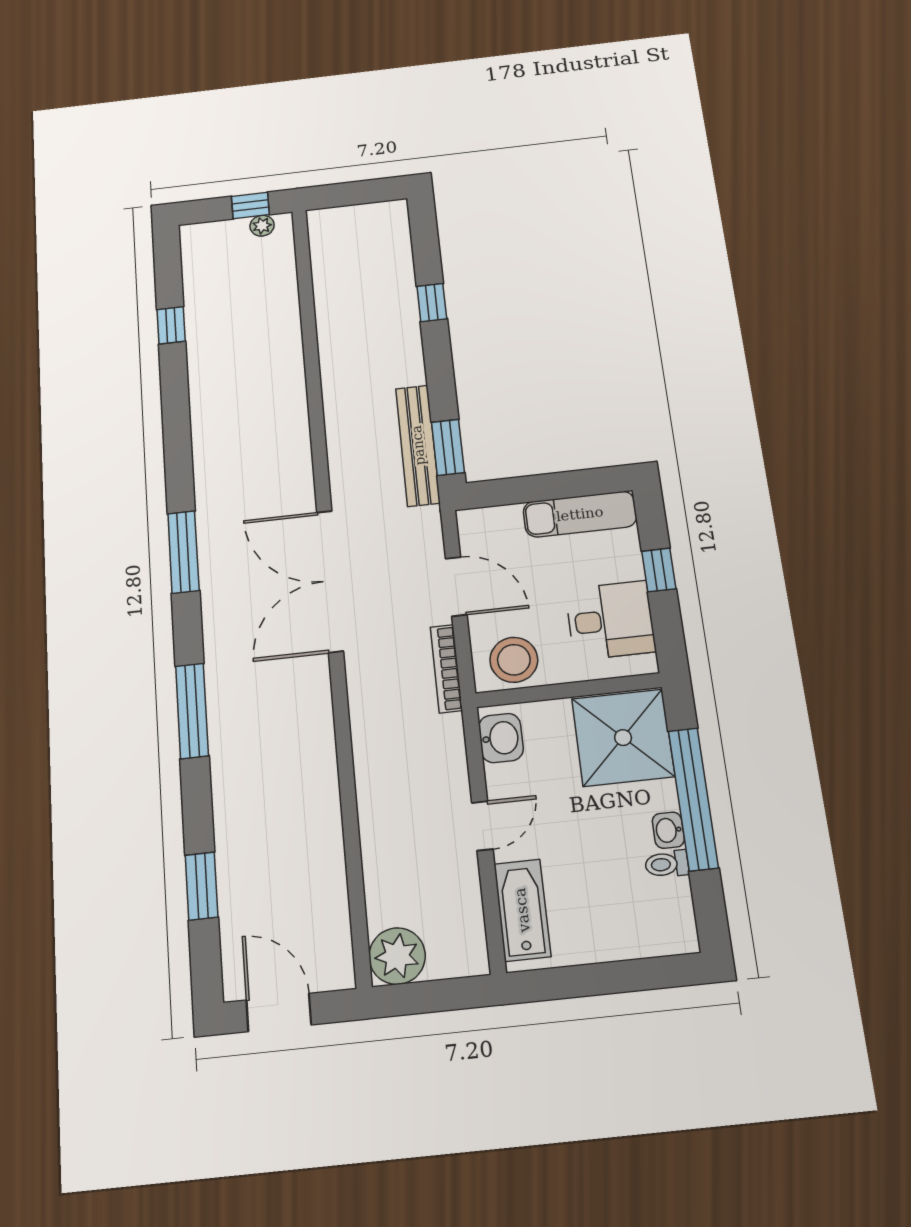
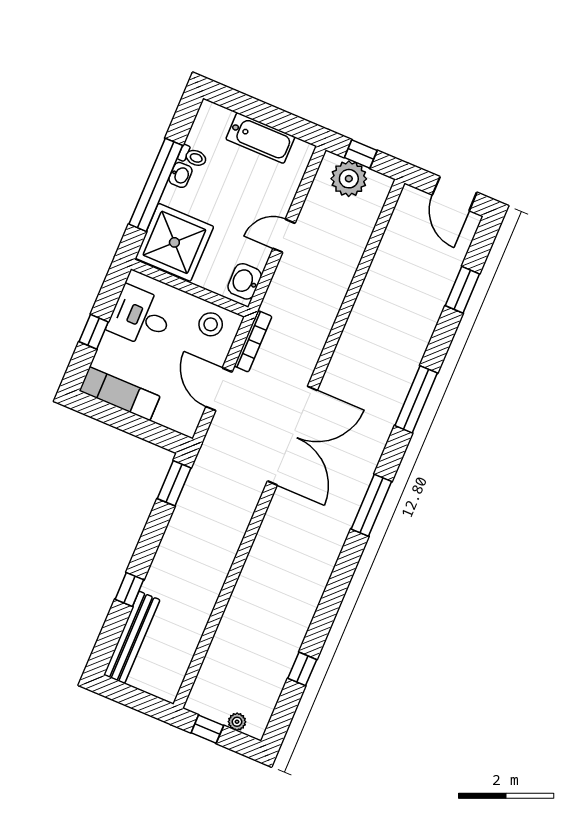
plant: (262, 226) -> (237, 722), moved
bench: (418, 445) -> (132, 637), moved
stool: (514, 660) -> (211, 324), width x0.73, depth x0.73
bathtub: (522, 910) -> (260, 138), moved, turned -90
plant: (397, 956) -> (349, 179), moved
window: (439, 996) -> (361, 154), added

